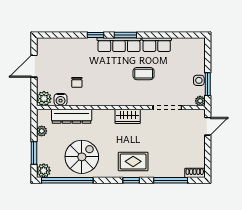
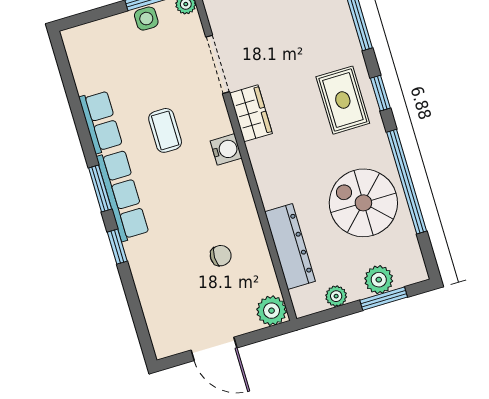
water cooler: (61, 100) -> (226, 149), moved
wardrobe: (128, 116) -> (251, 113), moved
plant: (44, 171) -> (379, 280), moved
window: (67, 180) -> (407, 182), moved

